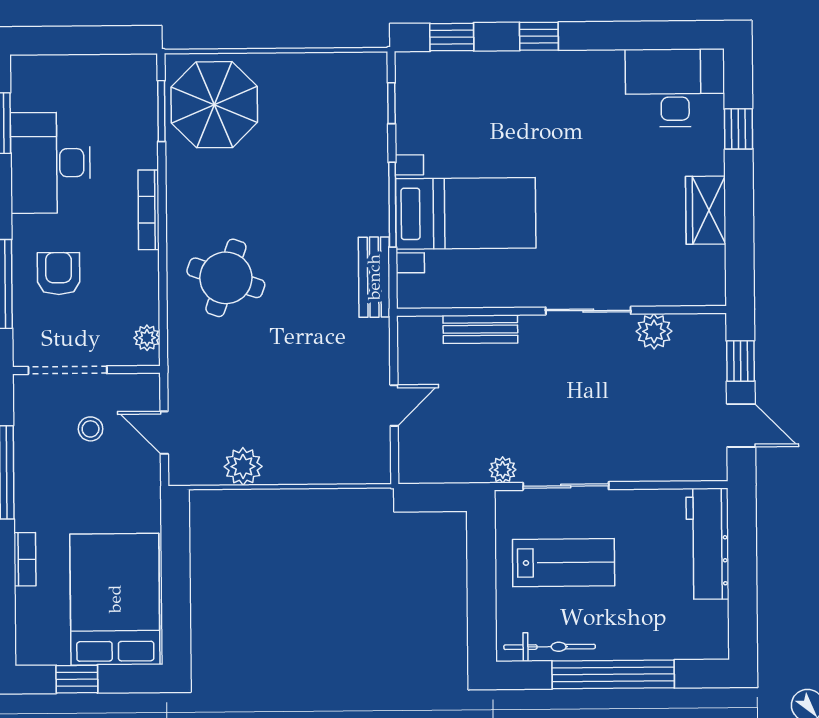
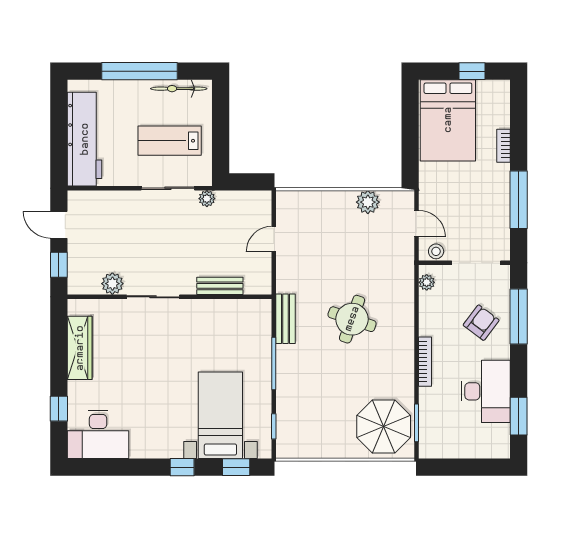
wardrobe: (706, 210) -> (80, 348), width x1.50
bed with nightstands: (466, 213) -> (220, 415), moved, turned 90
armchair: (59, 274) -> (481, 323), turned -143
round table: (226, 278) -> (352, 319), moved
stool: (91, 429) -> (436, 251), moved
workbench: (708, 544) -> (85, 139), width x1.36, depth x1.32

